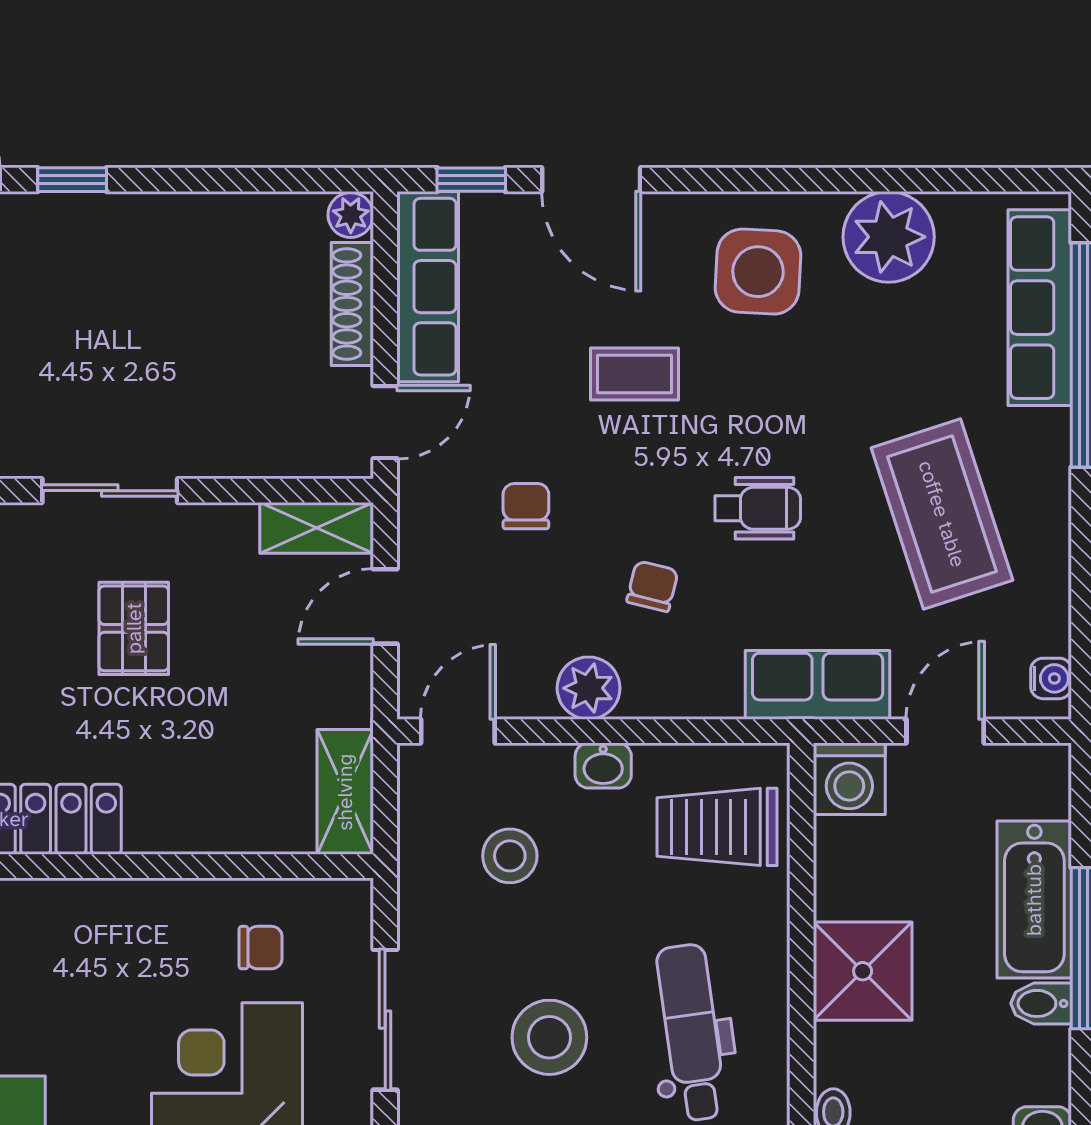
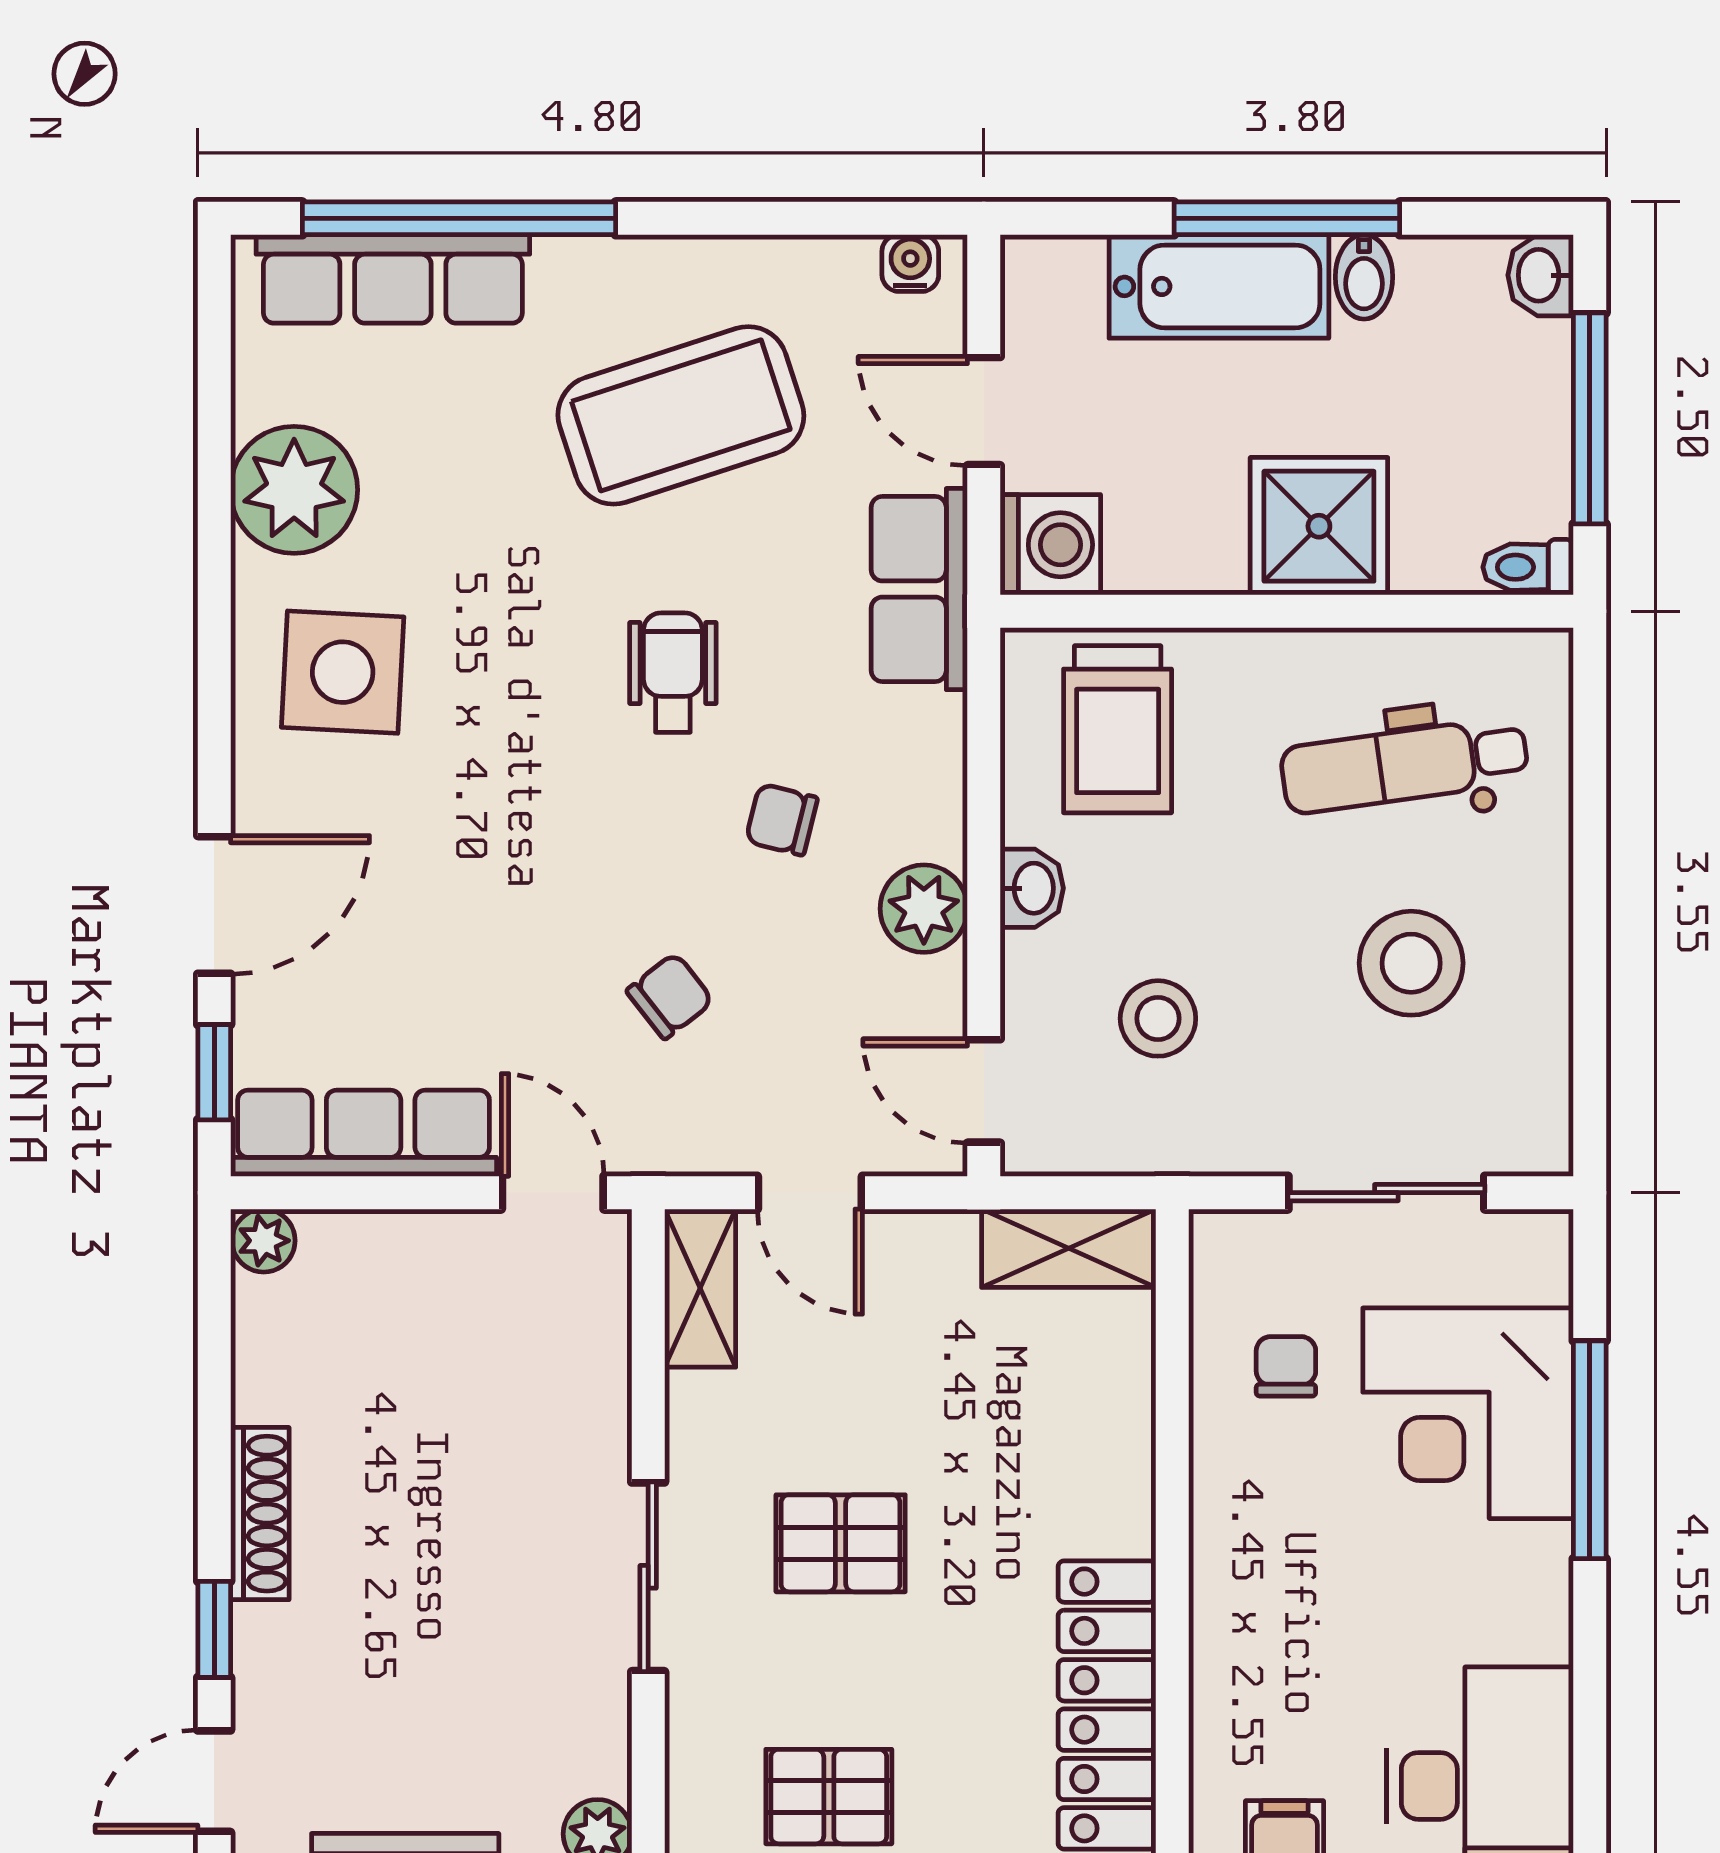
shoe rack: (352, 304) -> (260, 1514), moved, turned -90
coffee table: (634, 374) -> (486, 844), removed
chair: (526, 506) -> (670, 996), turned 142

